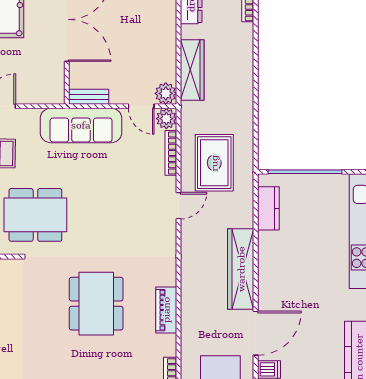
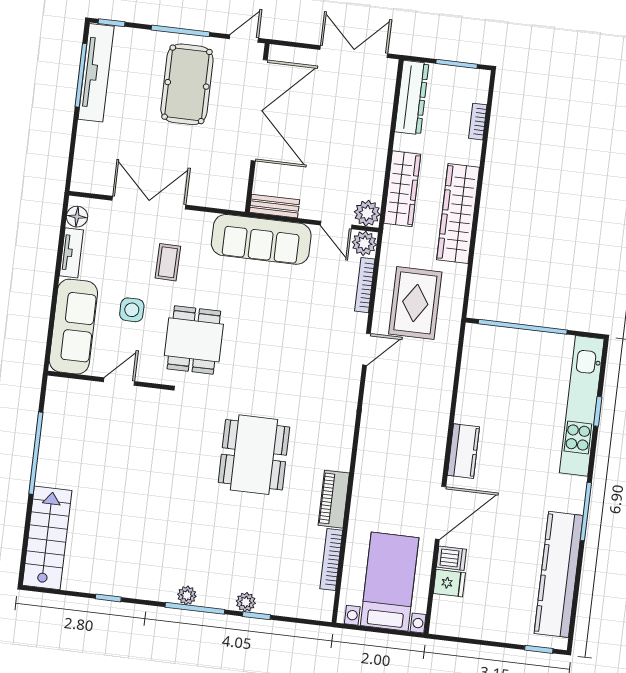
kitchen counter: (268, 208) -> (463, 451), moved
dining table: (35, 215) -> (194, 340), width x0.73
wardrobe: (241, 269) -> (458, 214), moved
piano: (166, 310) -> (334, 499), moved

